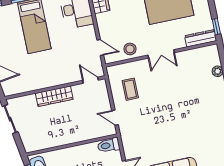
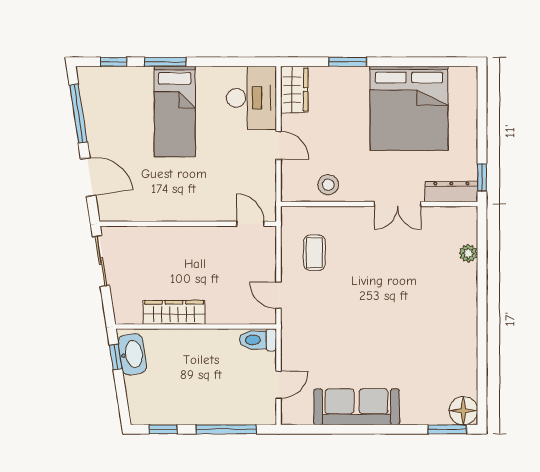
door: (100, 48) -> (279, 145), moved
double door: (161, 54) -> (397, 204), moved
wardrobe: (54, 96) -> (174, 312), moved, turned 180

